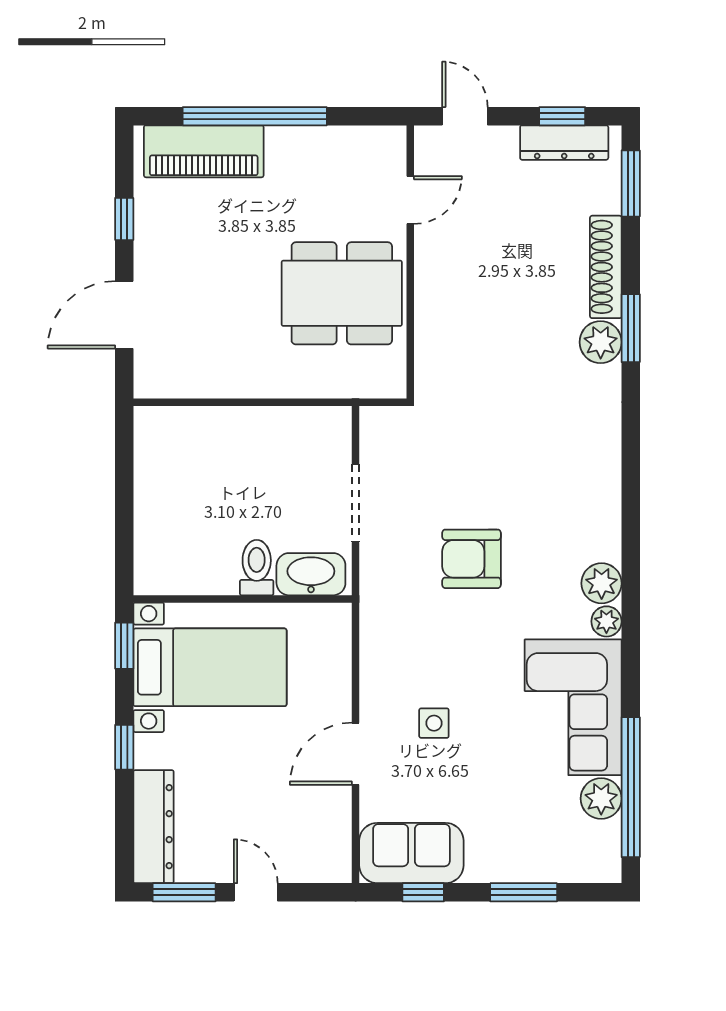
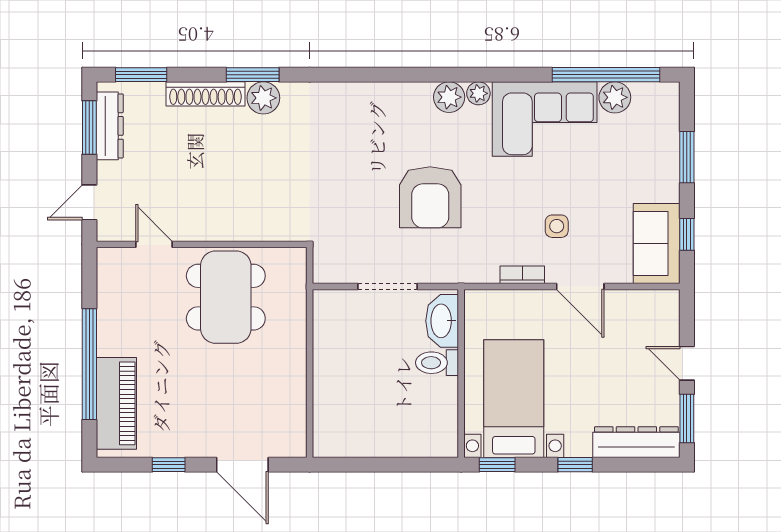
window: (562, 116) -> (89, 127), width x1.50
armchair: (471, 559) -> (430, 197), width x1.36, depth x1.36
bookcase: (371, 678) -> (522, 275), added
door: (256, 892) -> (687, 363), hinge flipped

